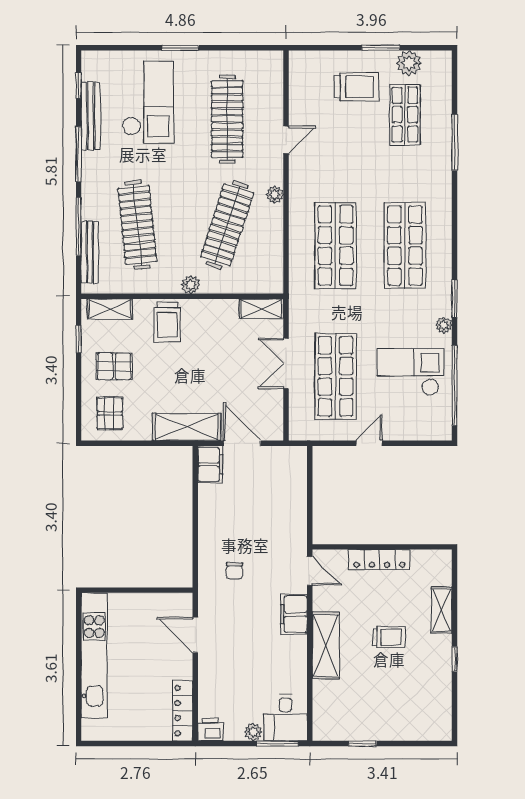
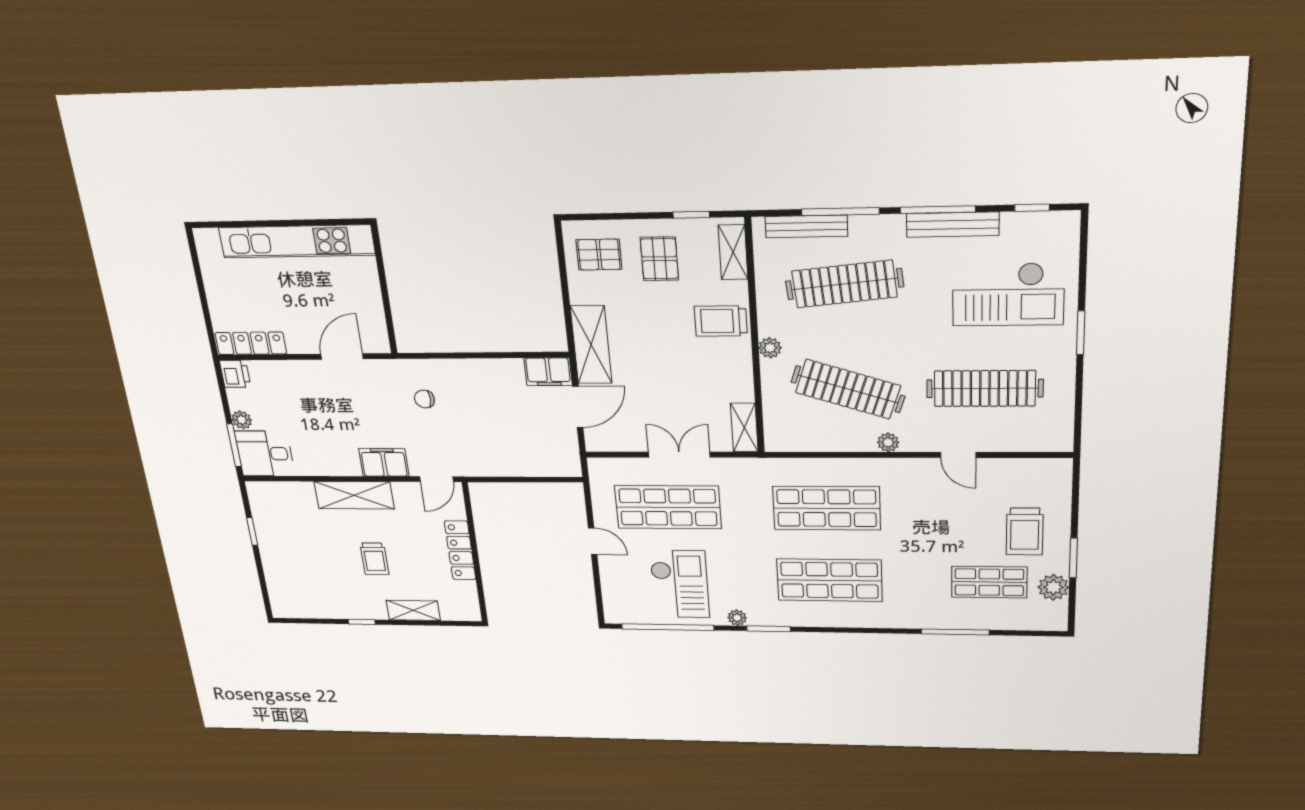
bench: (91, 116) -> (953, 225), moved

